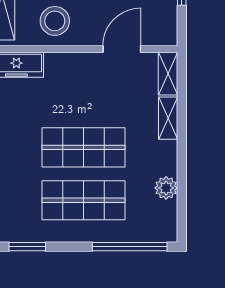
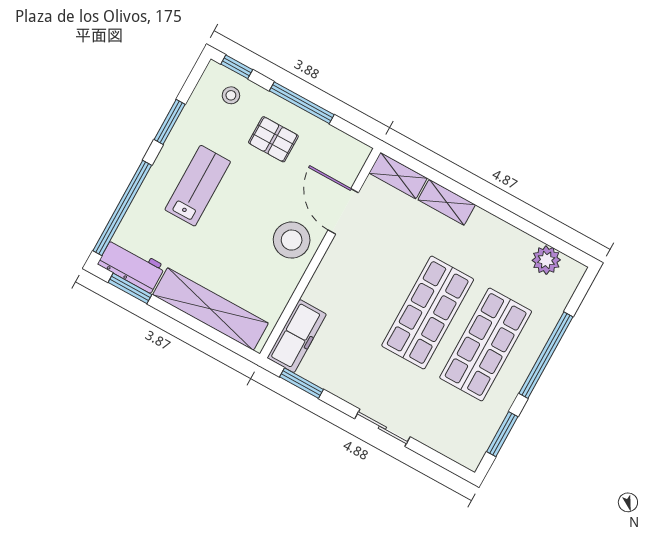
stool: (55, 21) -> (292, 240), moved
plant: (166, 188) -> (546, 260), moved
window: (130, 247) -> (546, 355), moved

